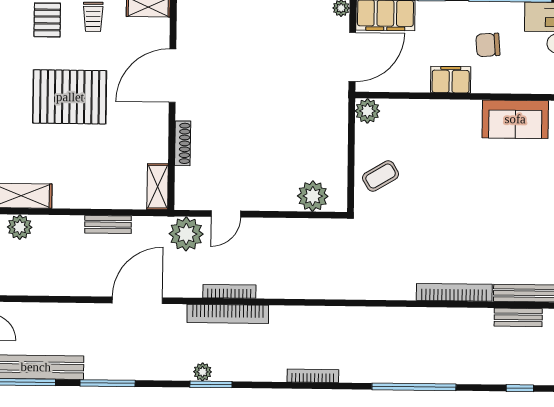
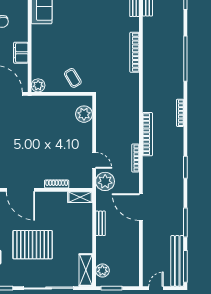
filing cabinet: (451, 80) -> (21, 53), moved
pallet: (70, 97) -> (33, 245), turned 90
bookcase: (454, 292) -> (135, 52), moved
bookcase: (228, 314) -> (148, 134), moved
plant: (203, 372) -> (179, 172), removed

